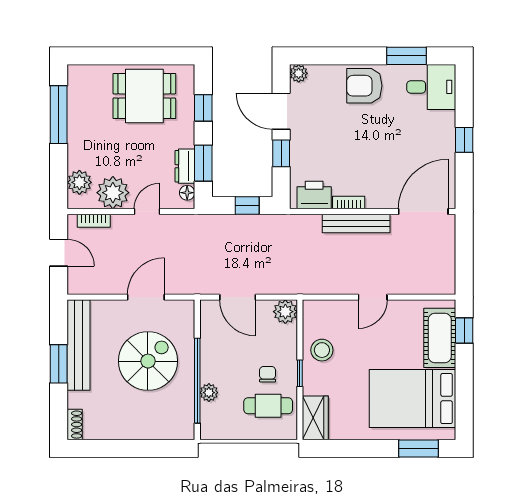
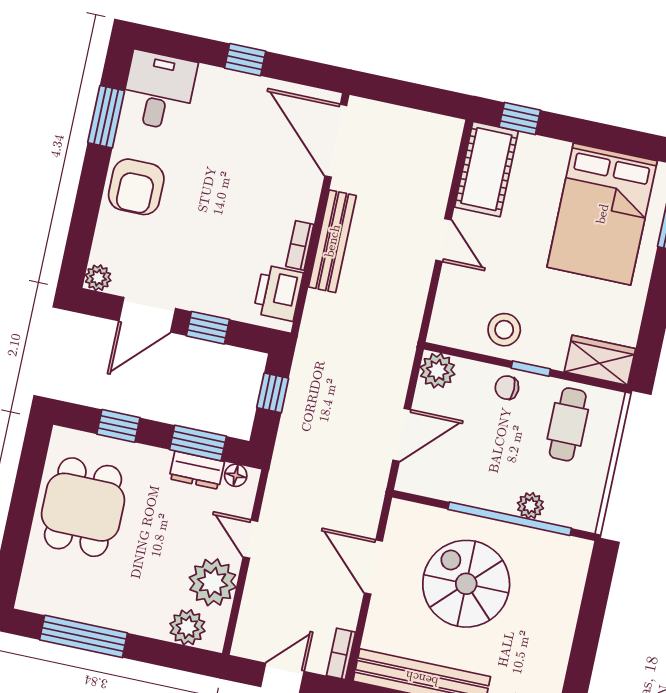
bookcase: (94, 221) -> (341, 654), moved, turned 180
cot: (440, 338) -> (486, 169), moved, turned 90
chair: (268, 374) -> (507, 388), moved

